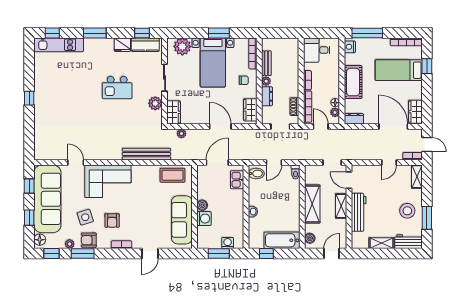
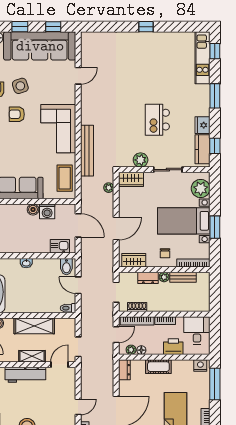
printer: (332, 72) -> (173, 347), added
cot: (353, 82) -> (158, 367), width x0.73, depth x0.75
door: (389, 162) -> (78, 407), swing flipped
corner sofa: (108, 181) -> (58, 129), moved
washing machine: (204, 219) -> (47, 211), moved

